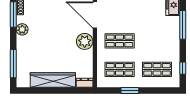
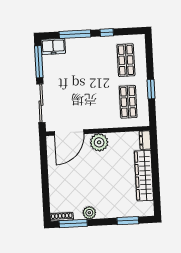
shop shelf: (120, 41) -> (96, 104), removed
window: (13, 64) -> (128, 221), width x0.69
window: (183, 68) -> (107, 32), moved

